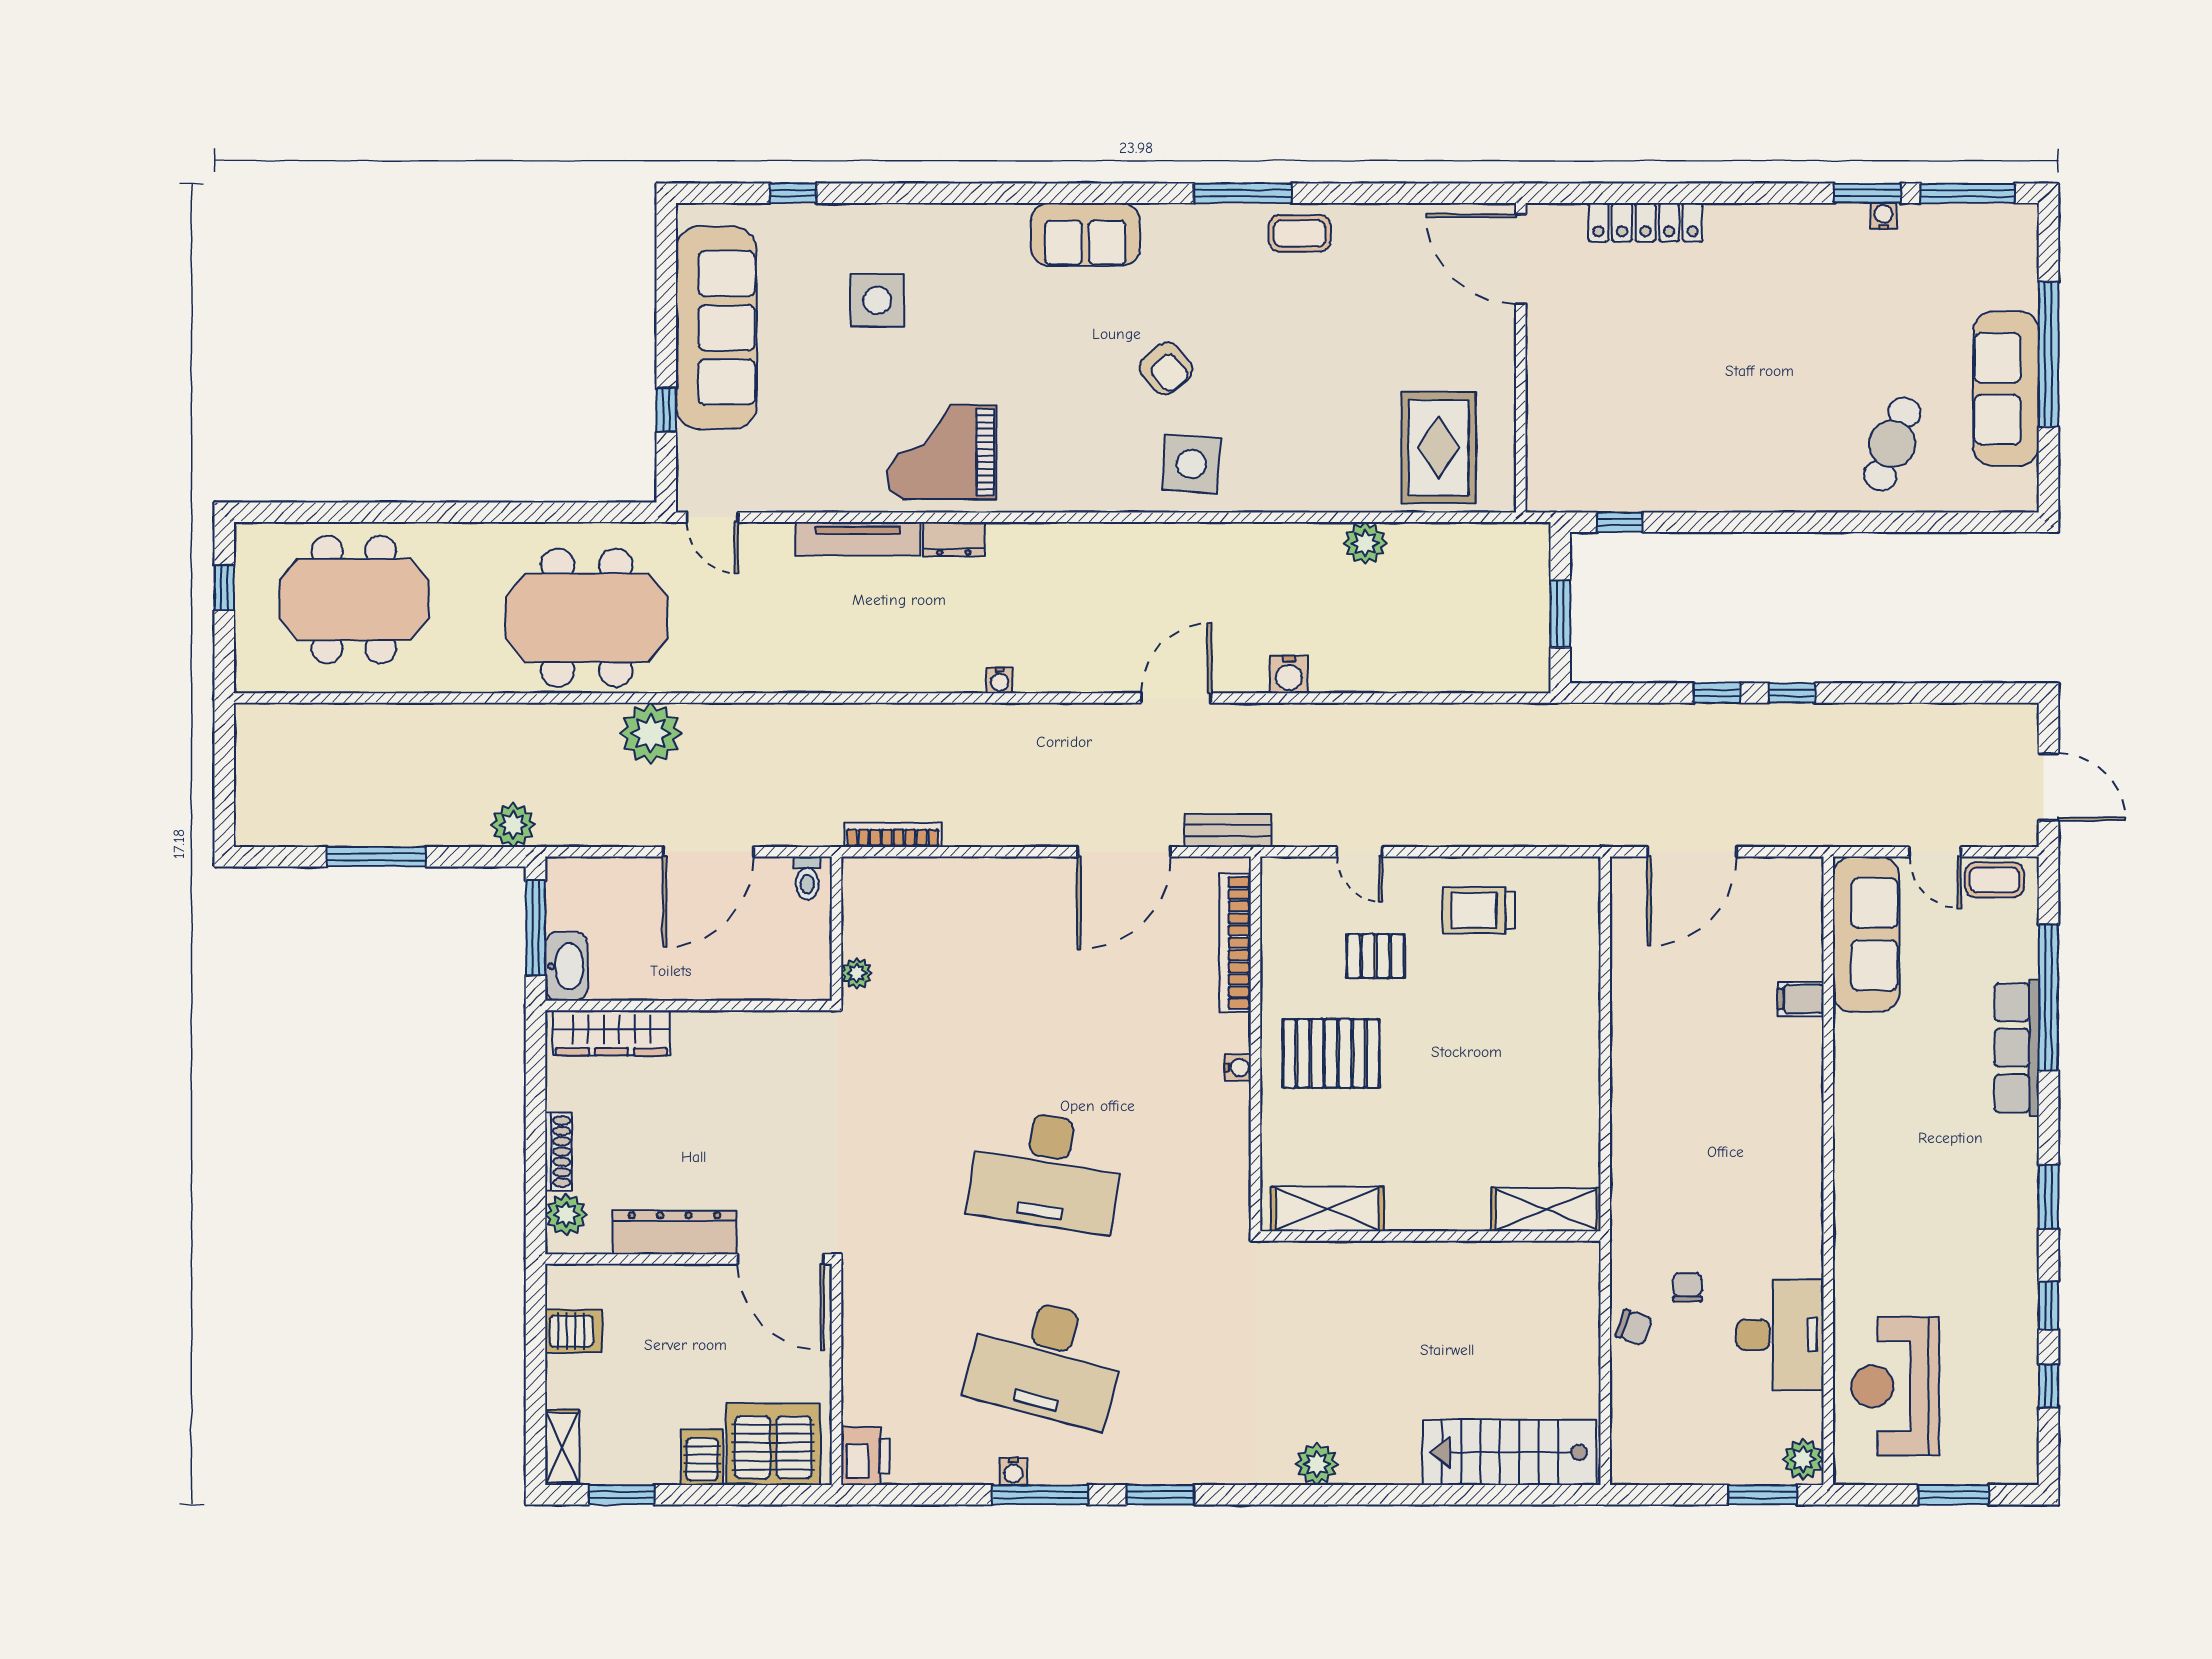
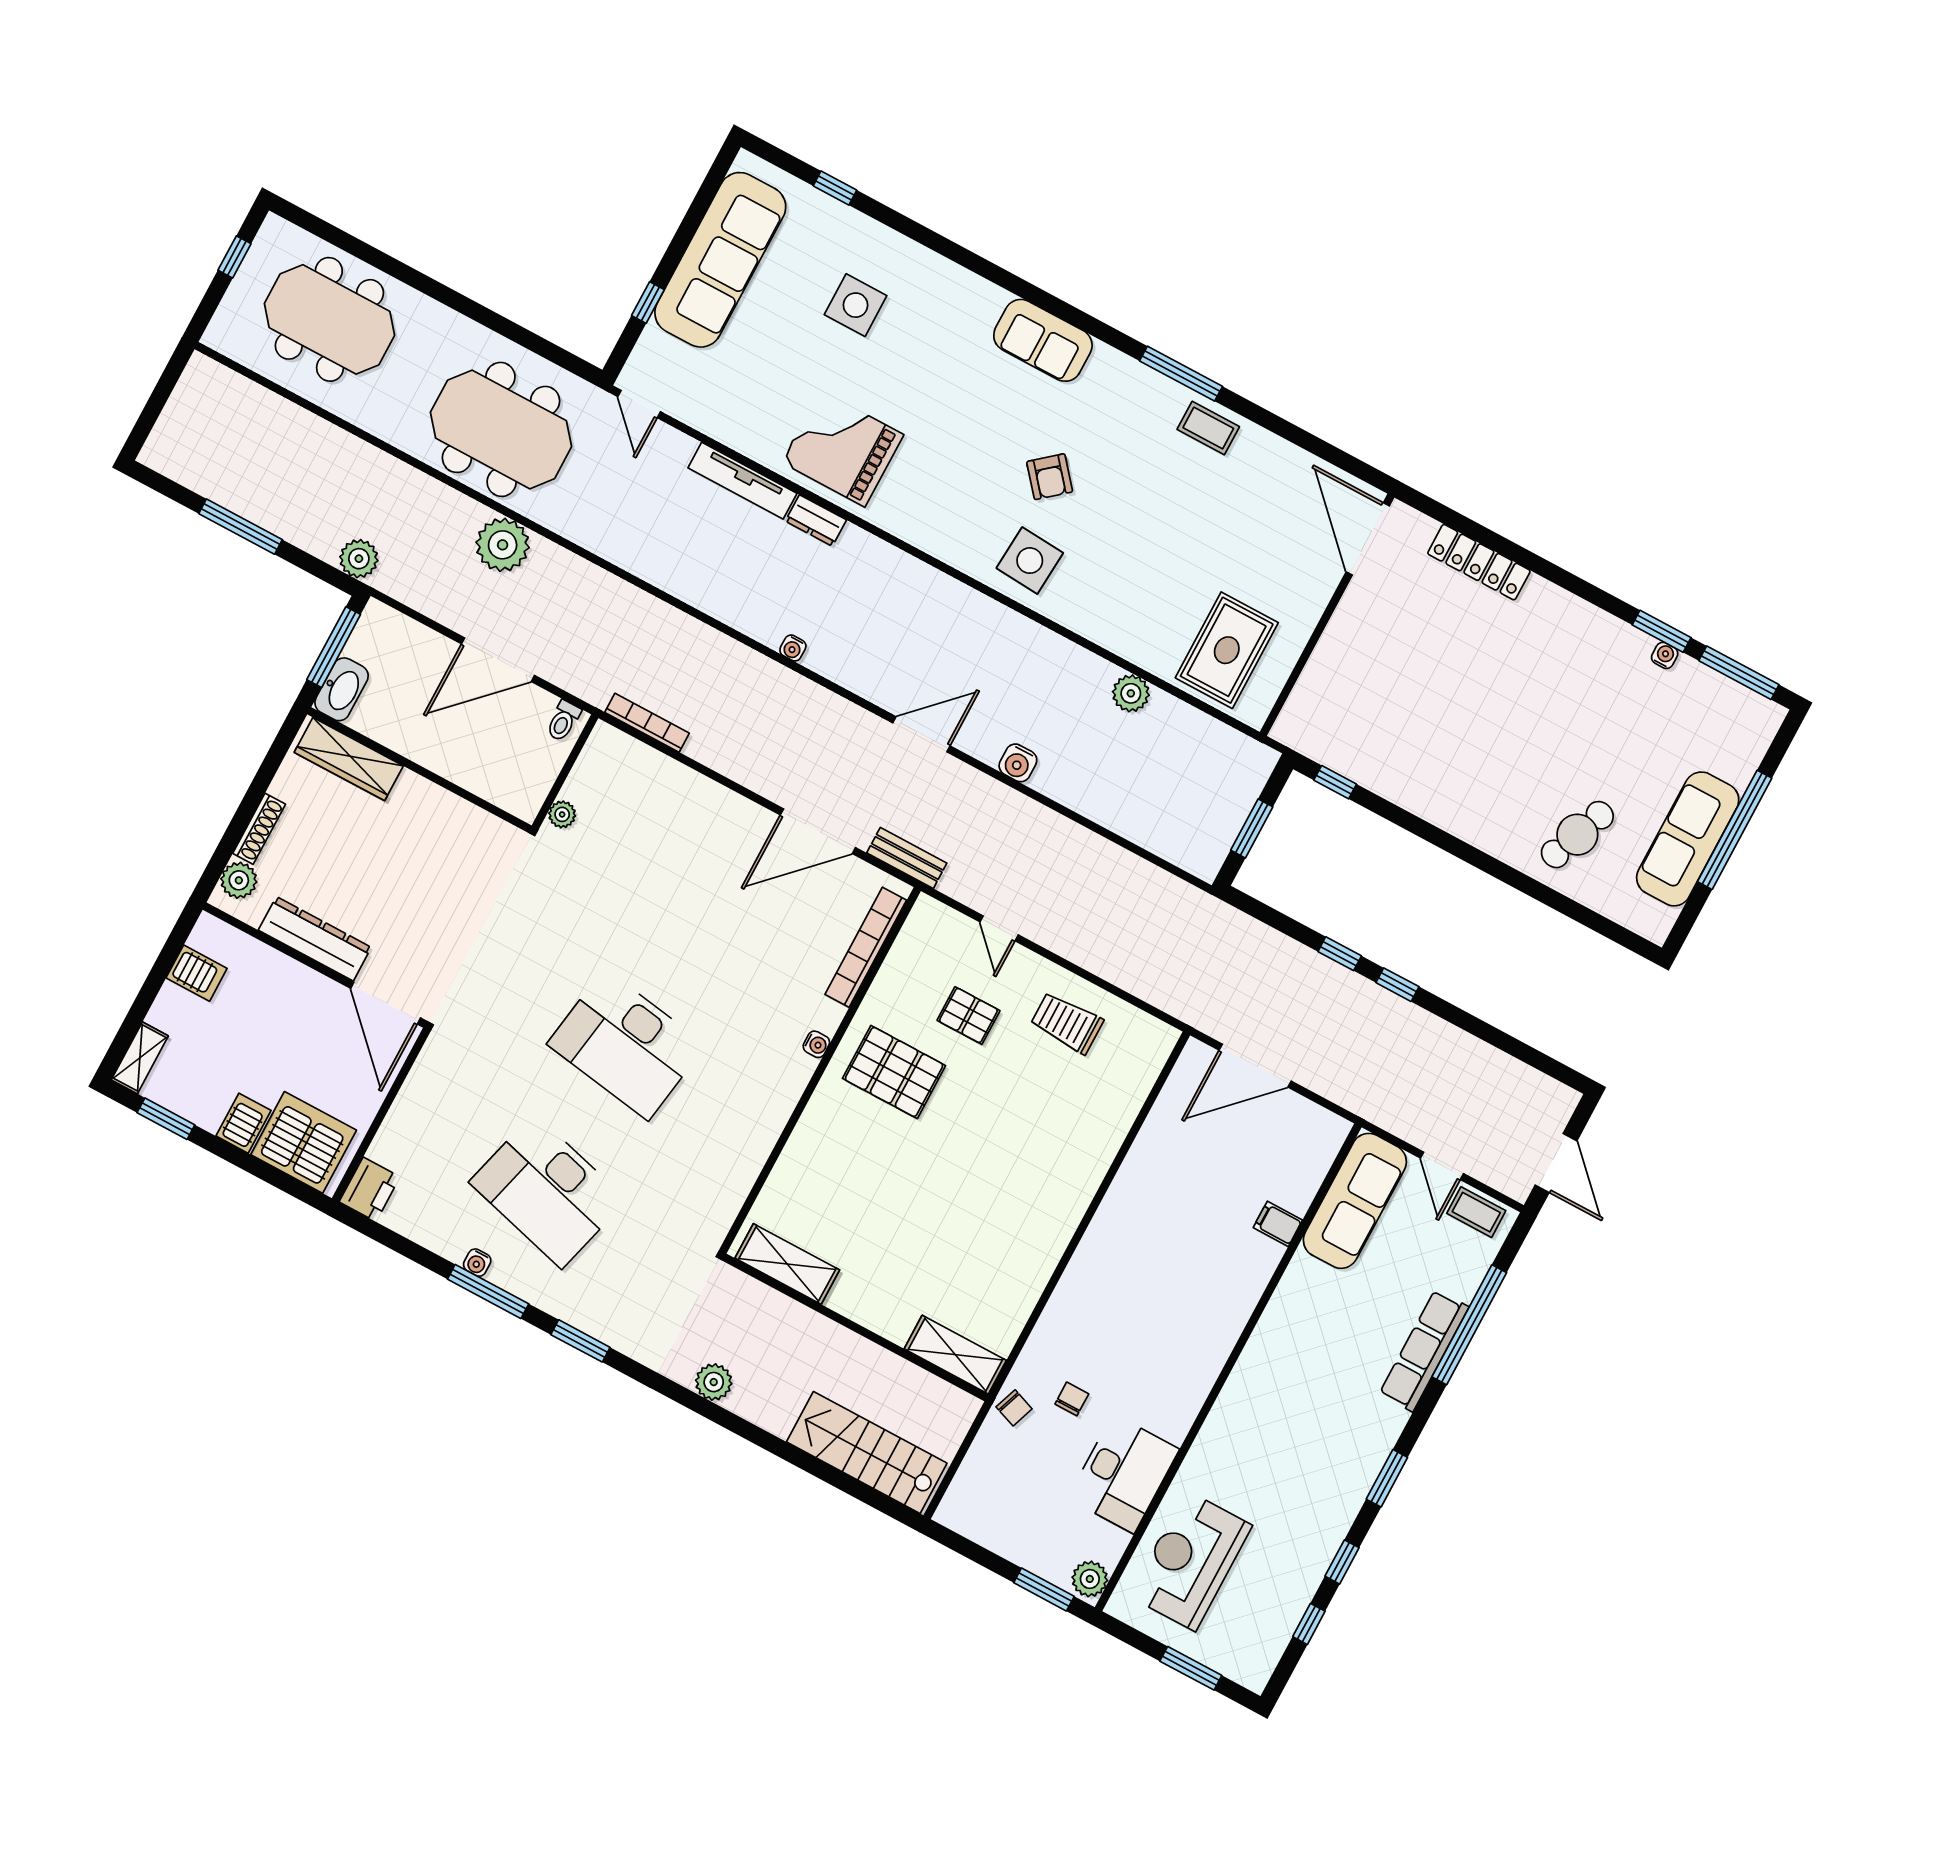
shelving: (1327, 1209) -> (787, 1264), moved
shelving: (1546, 1210) -> (955, 1355), moved
wall: (1430, 1236) -> (855, 1327), moved

